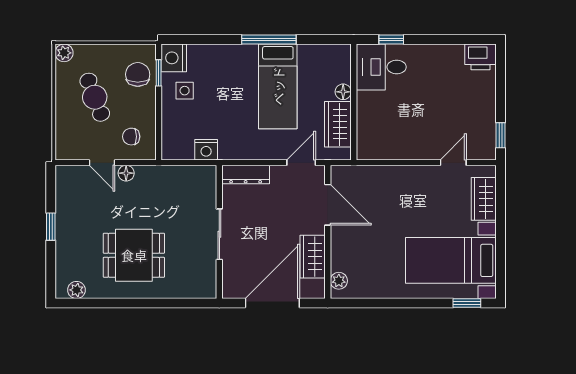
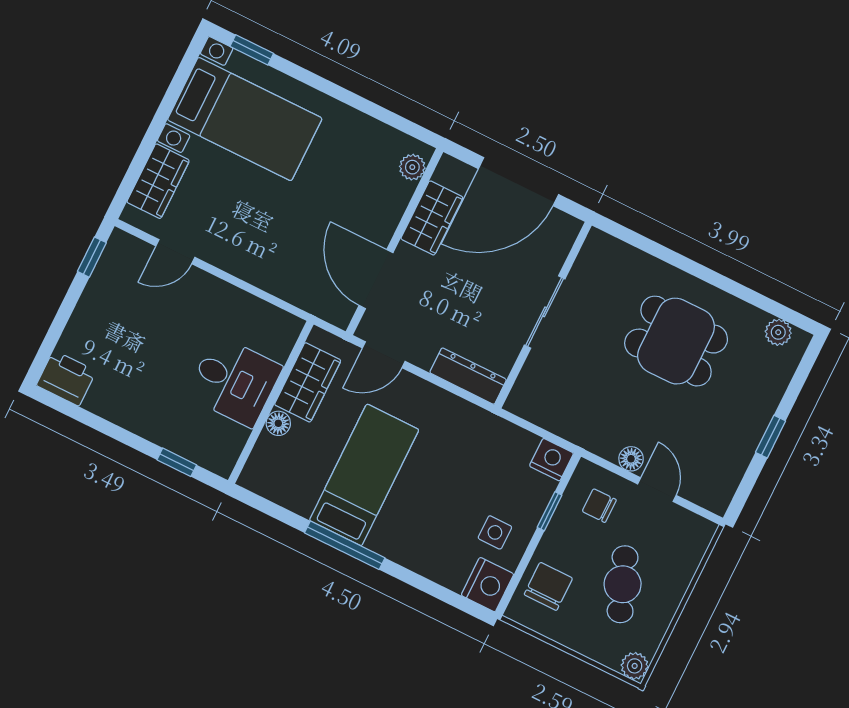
desk: (381, 67) -> (234, 381), moved
window: (159, 73) -> (550, 511), moved
chair: (138, 74) -> (548, 586), turned 180
chair: (131, 137) -> (599, 506), turned 180
nightstand: (206, 150) -> (551, 460), moved

